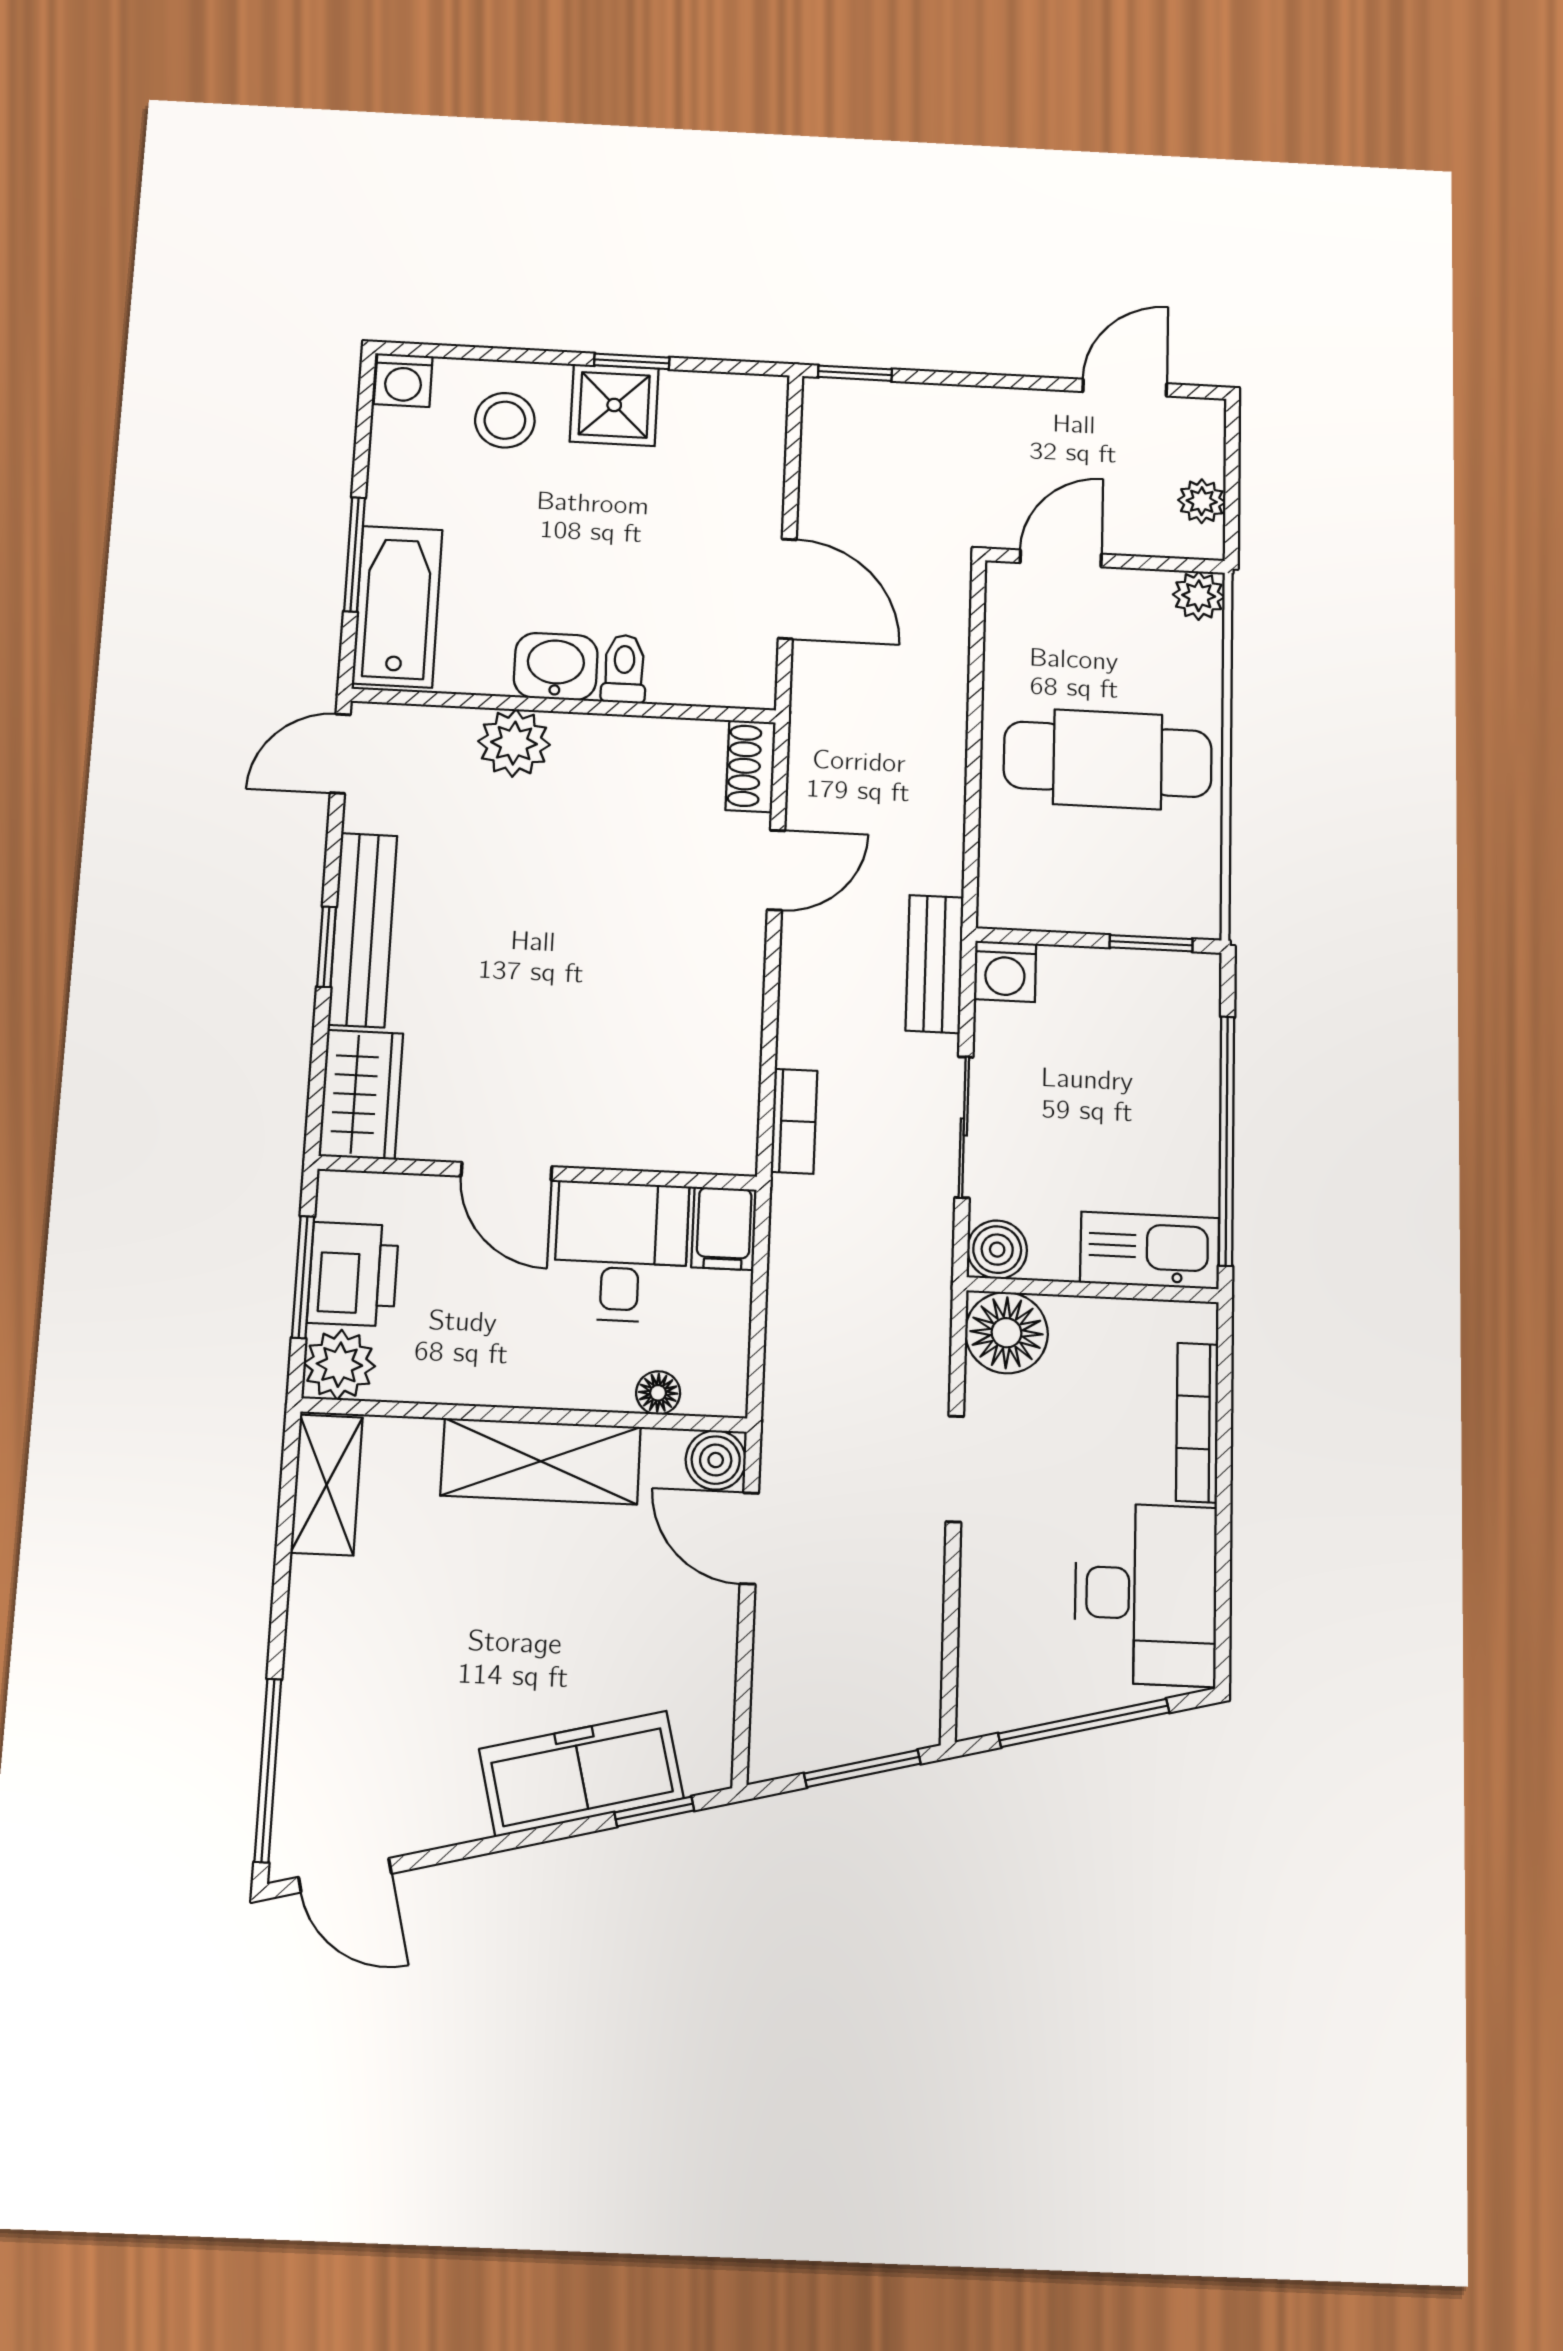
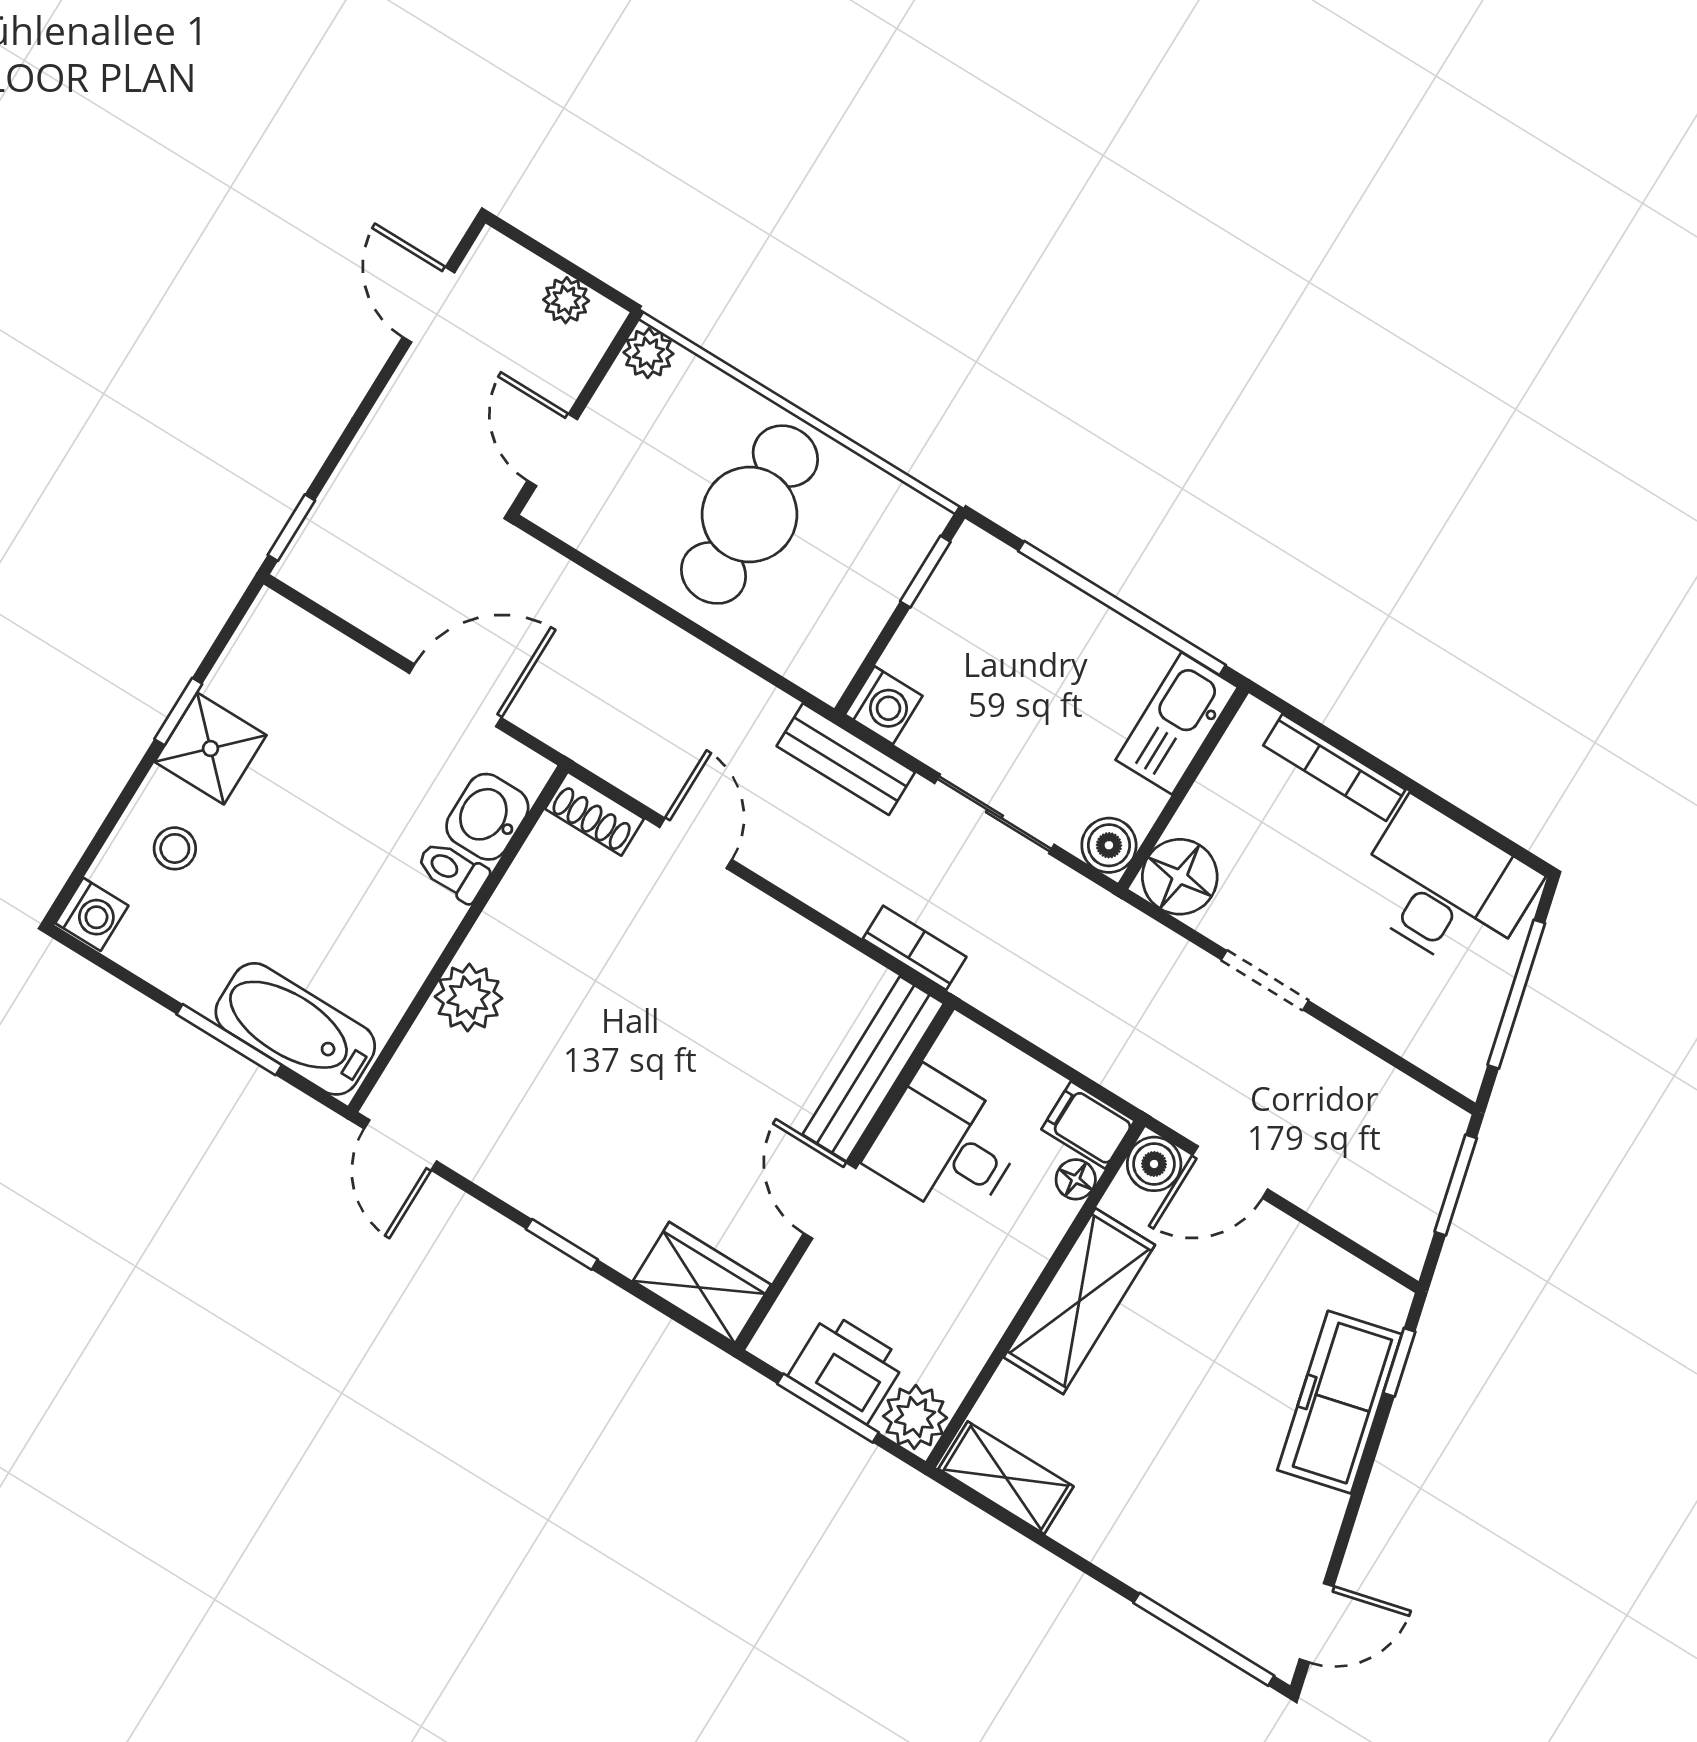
stool: (505, 420) -> (175, 848), width x0.73, depth x0.73
washbasin: (556, 667) -> (487, 817), moved
bench: (363, 930) -> (873, 1069), moved, turned 90
door: (507, 1171) -> (830, 1201), swing flipped
filing cabinet: (724, 1228) -> (1088, 1125), moved, turned 180

